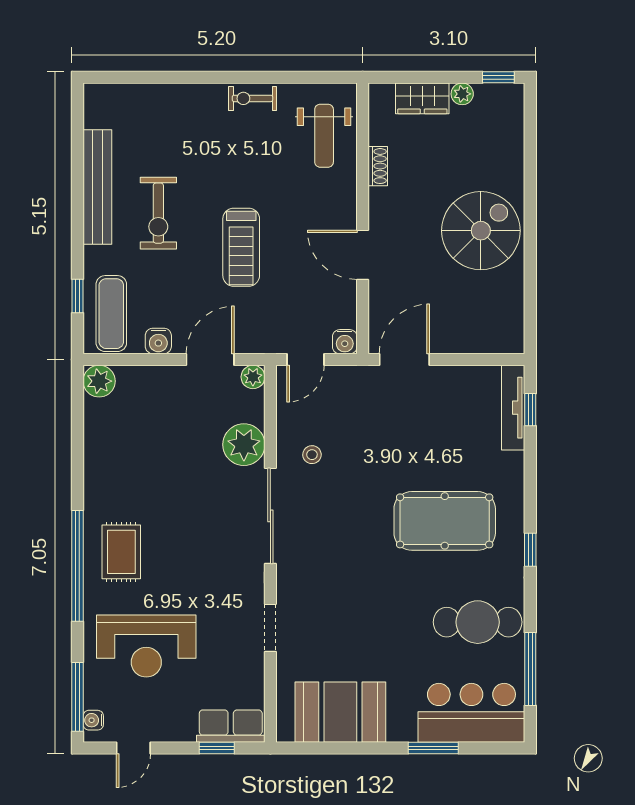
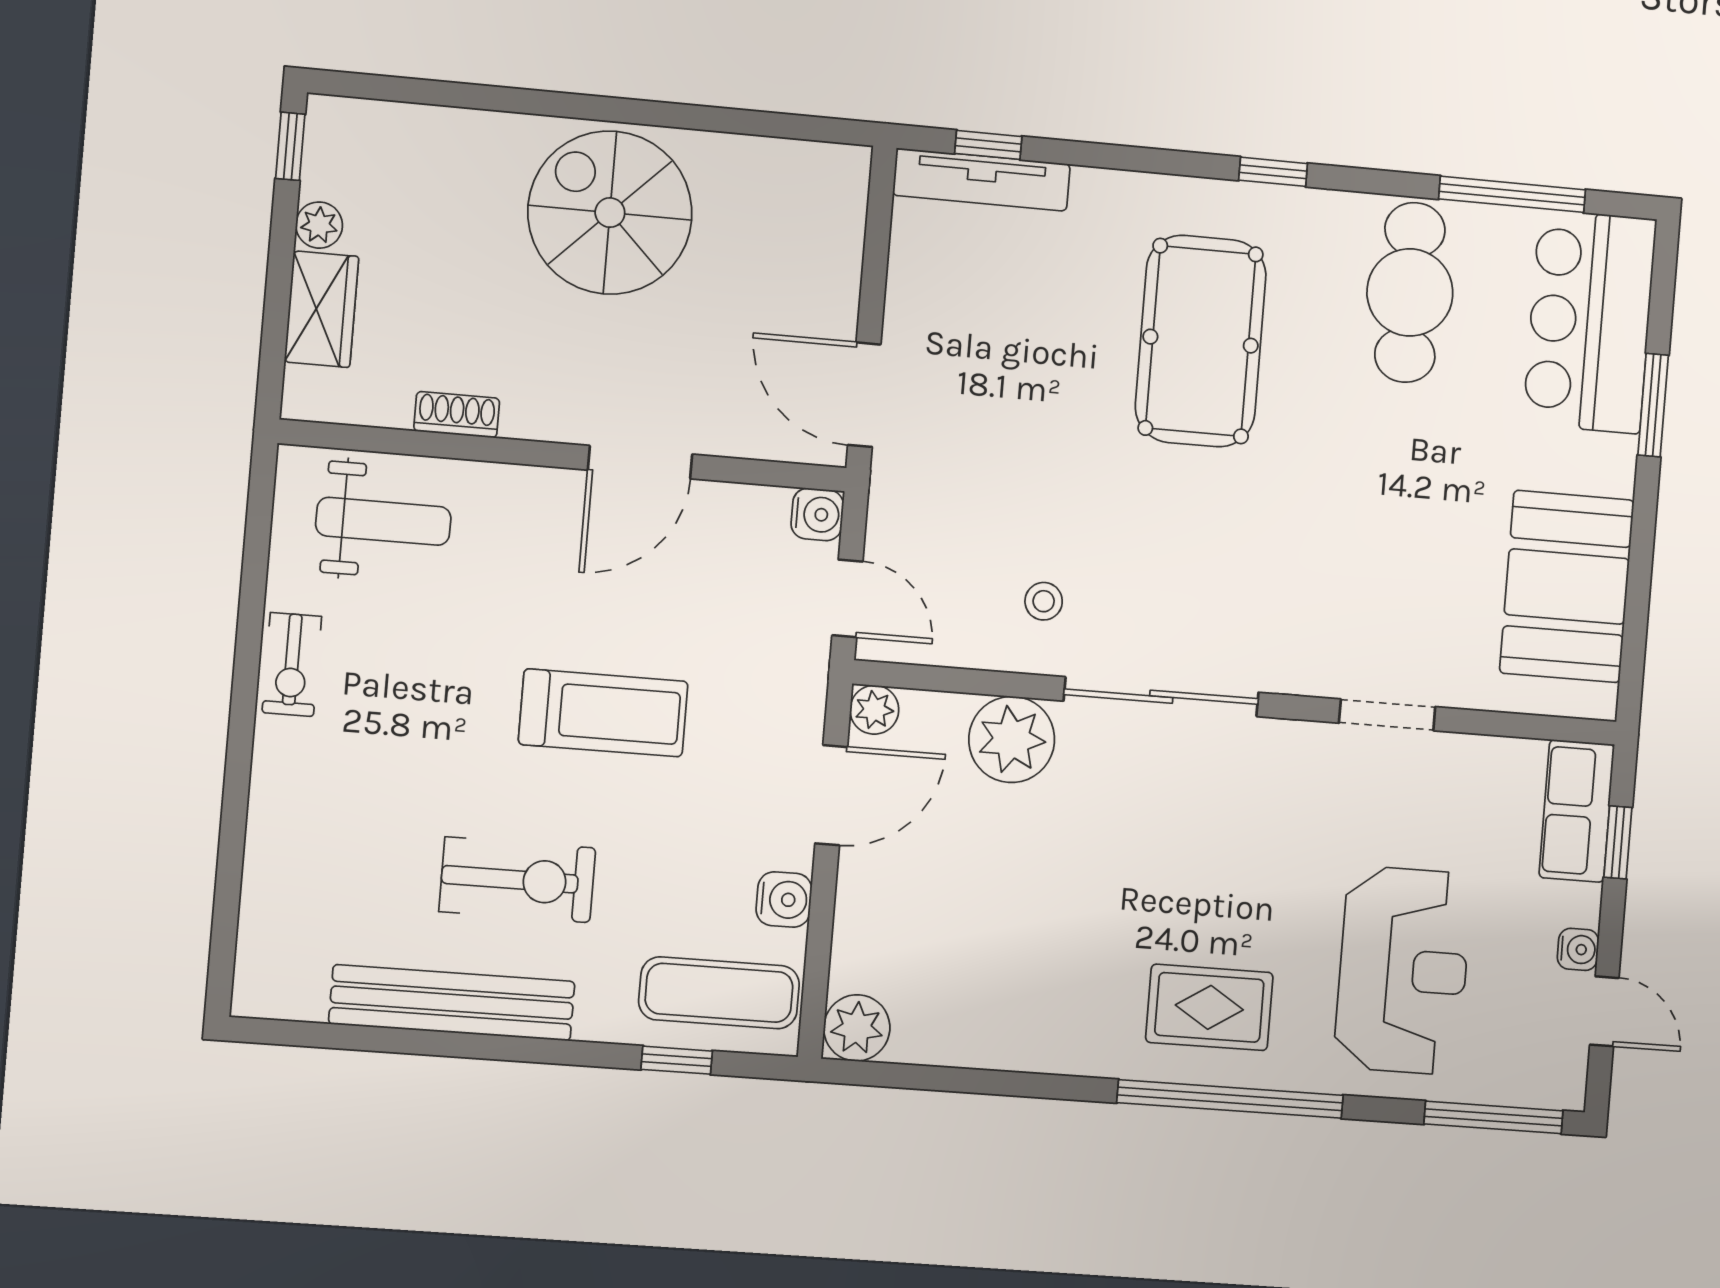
door: (210, 360) -> (831, 795), swing flipped
water cooler: (93, 720) -> (1578, 949), moved, turned -90

